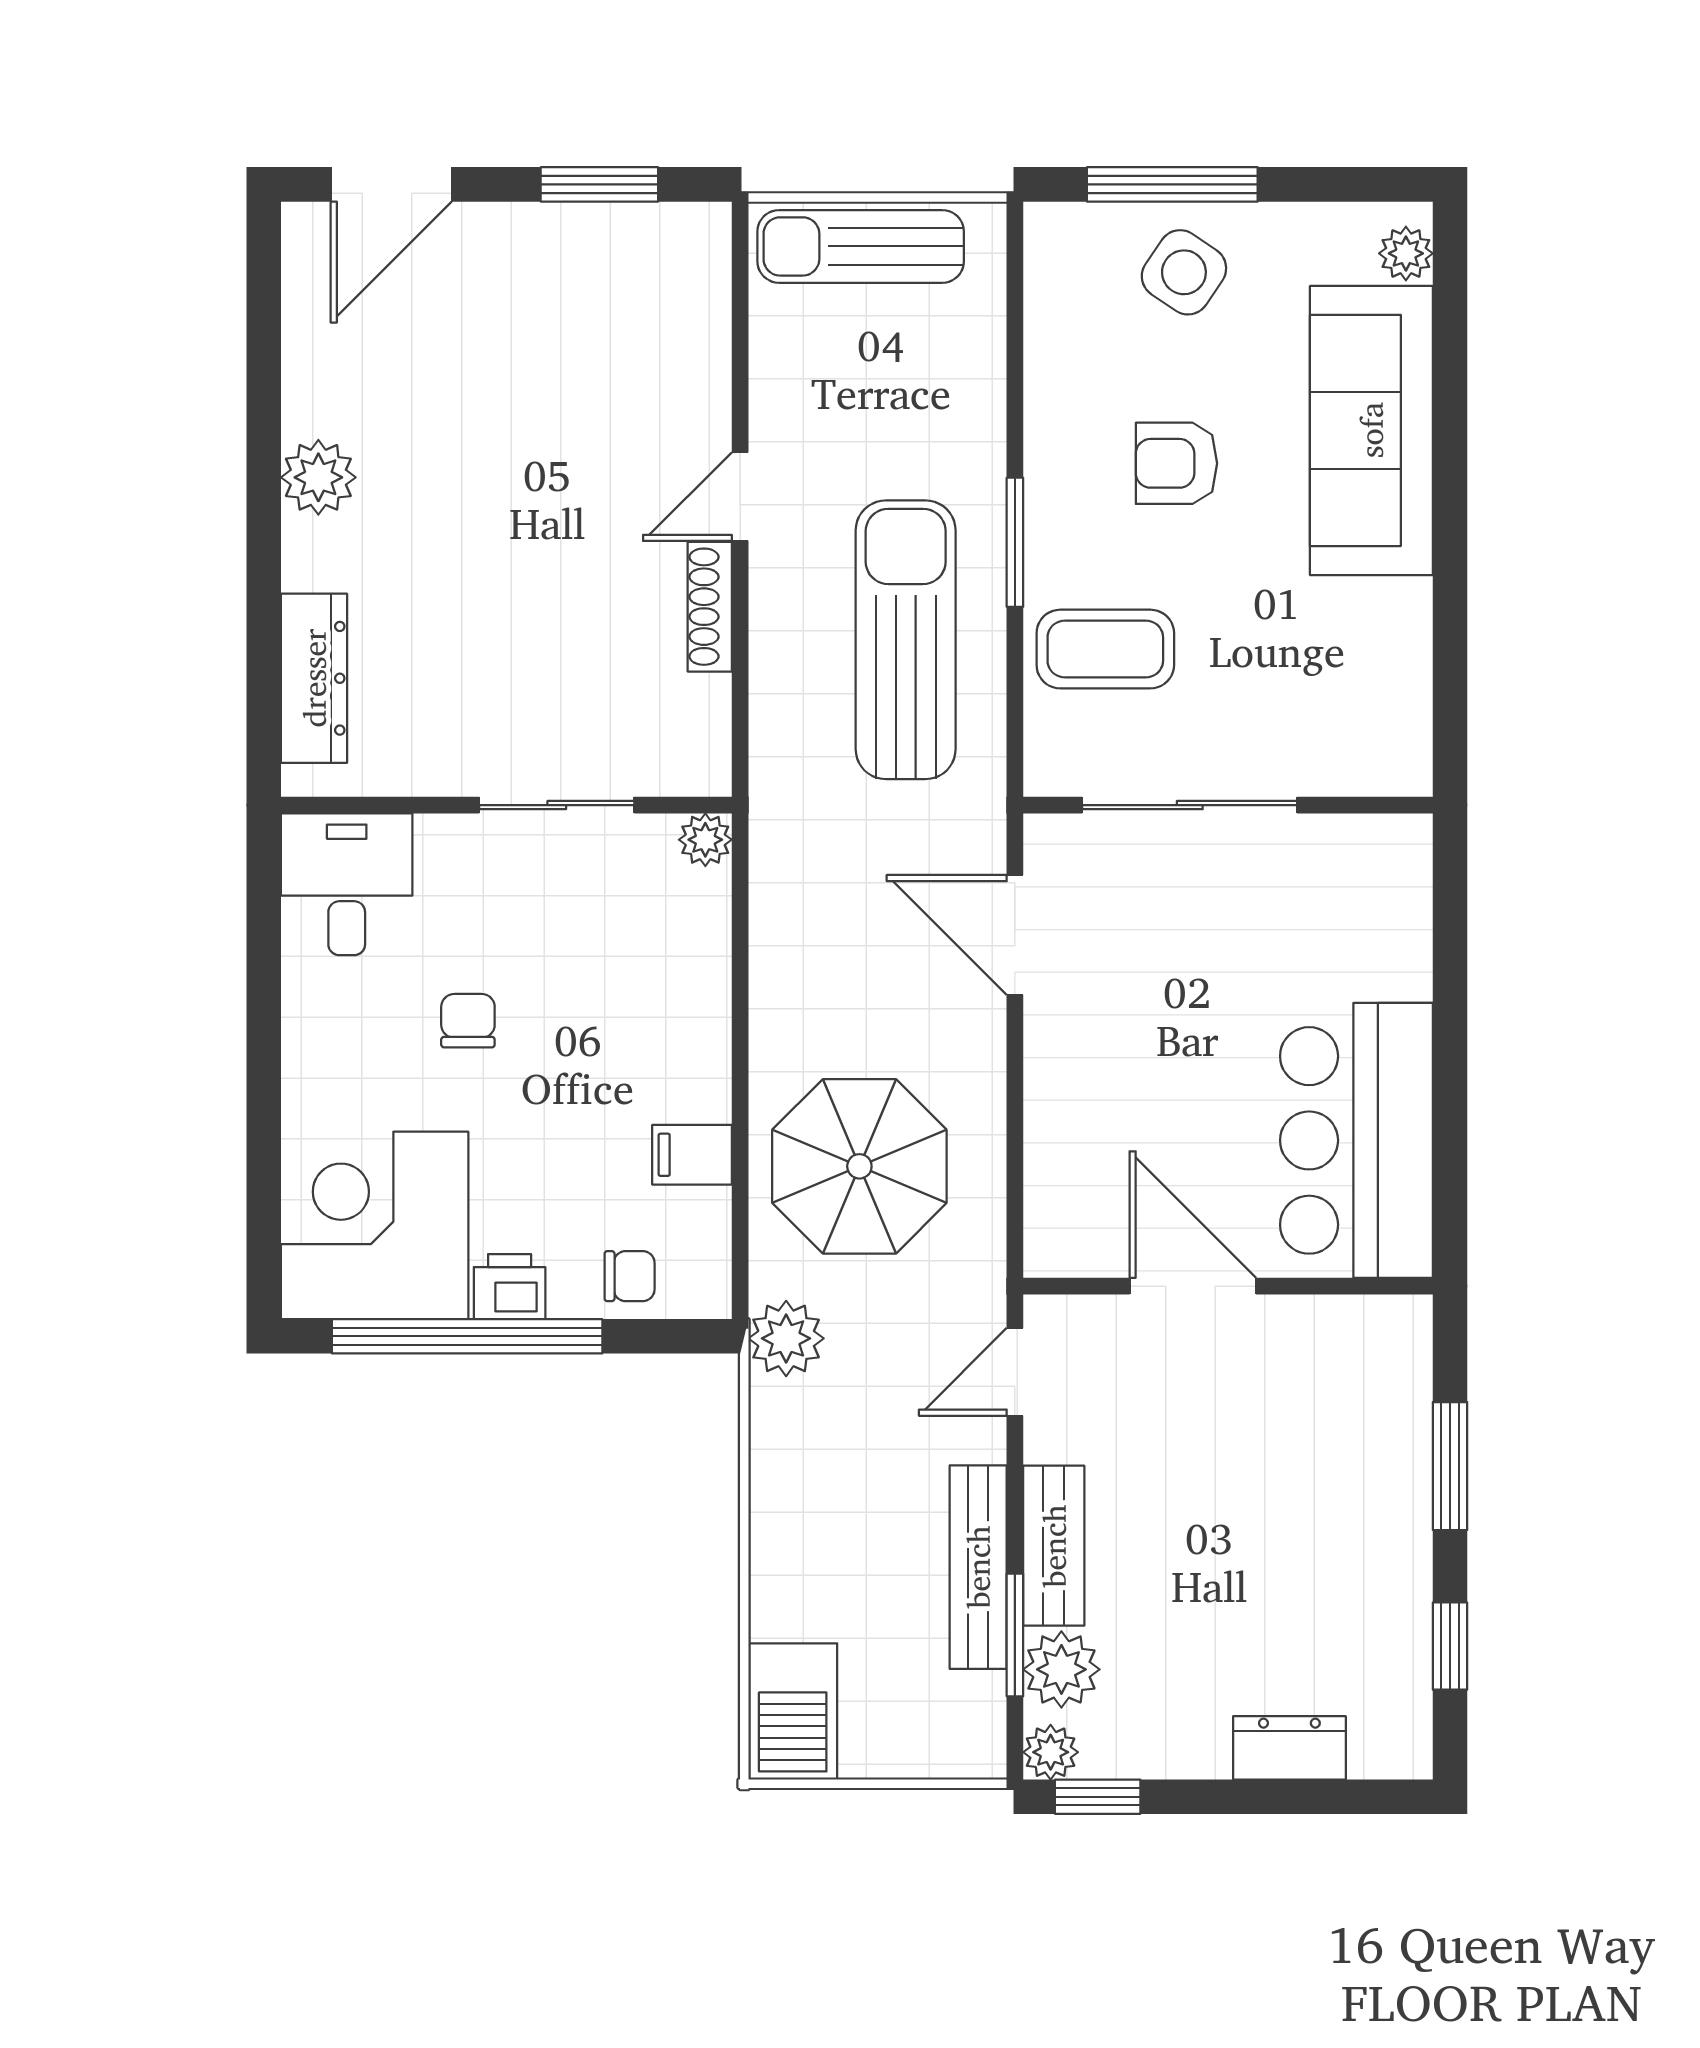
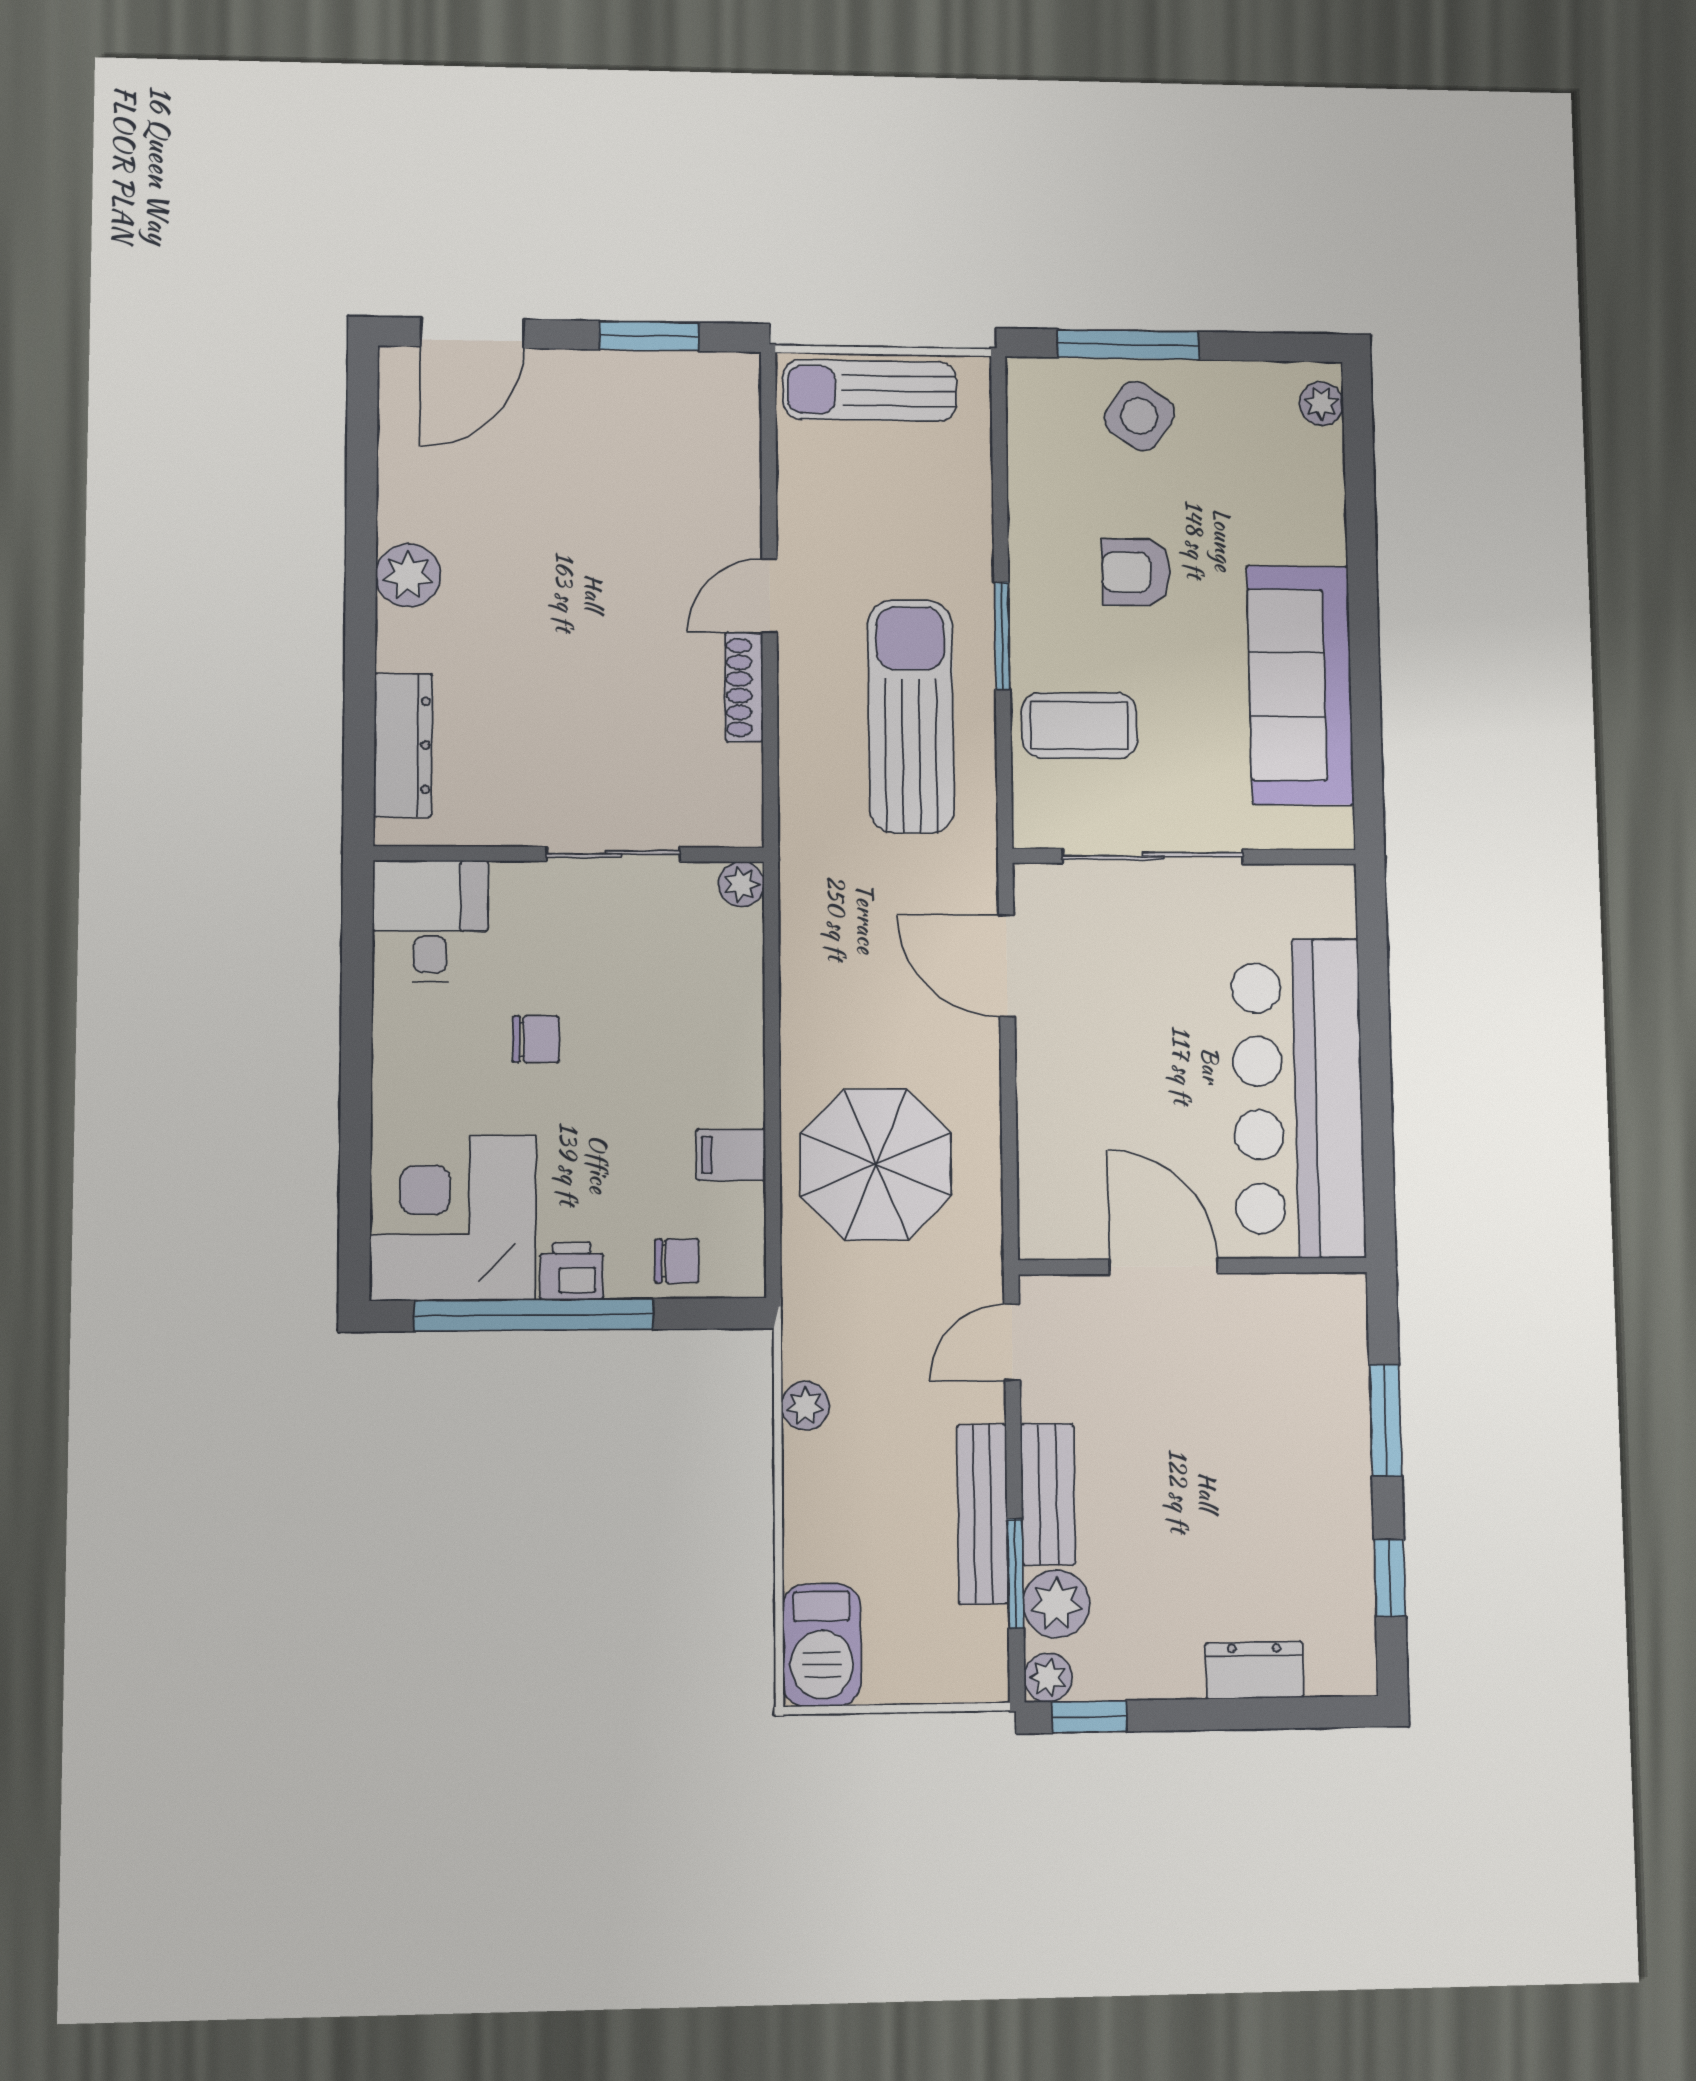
sofa: (1371, 430) -> (1300, 685), moved
chair: (468, 1021) -> (536, 1039), turned 90
bar counter: (1356, 1140) -> (1298, 1098), width x1.36
plant: (786, 1338) -> (805, 1406), moved, width x0.73, depth x0.73

